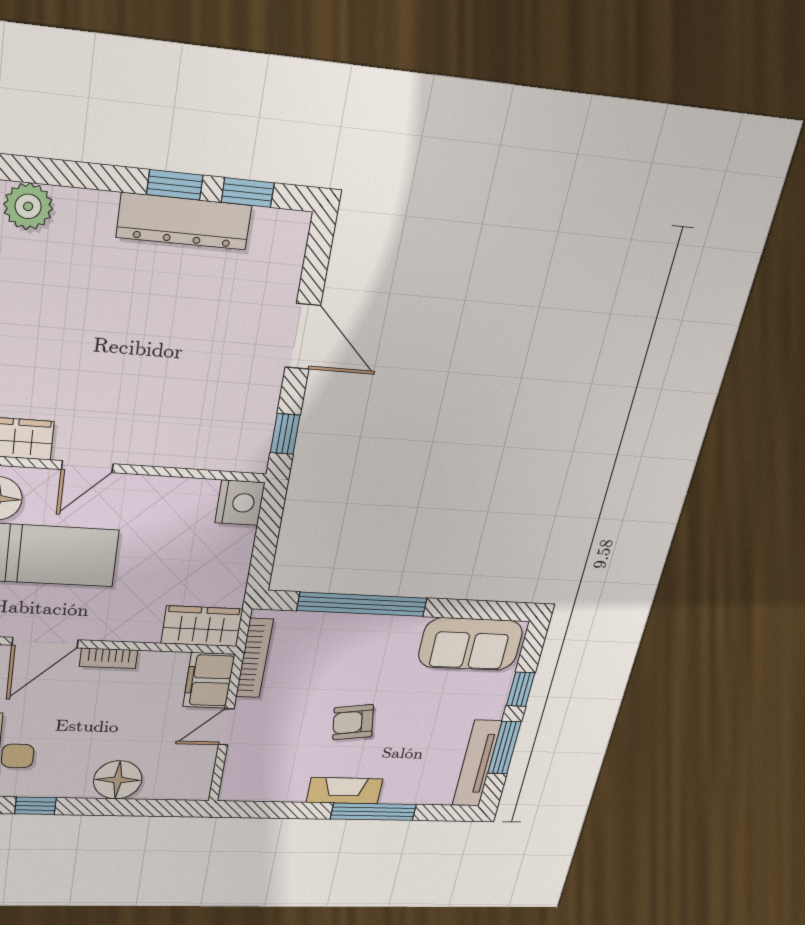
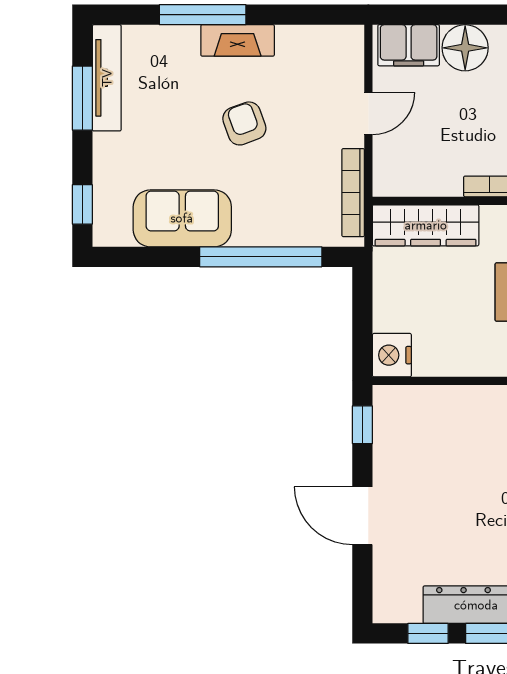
wardrobe: (202, 626) -> (426, 225), width x1.50
sofa: (470, 644) -> (182, 218), moved
filing cabinet: (209, 680) -> (409, 45), moved, turned 90
window: (521, 689) -> (82, 204), moved
armchair: (353, 722) -> (244, 123), turned -102

